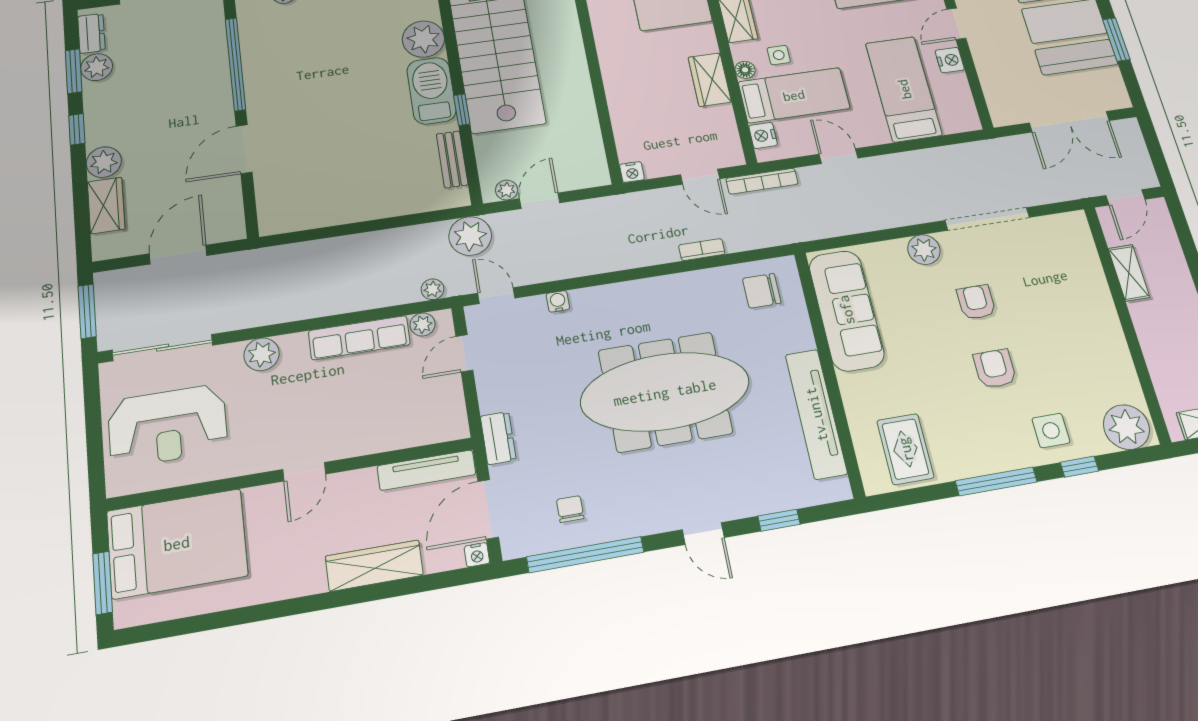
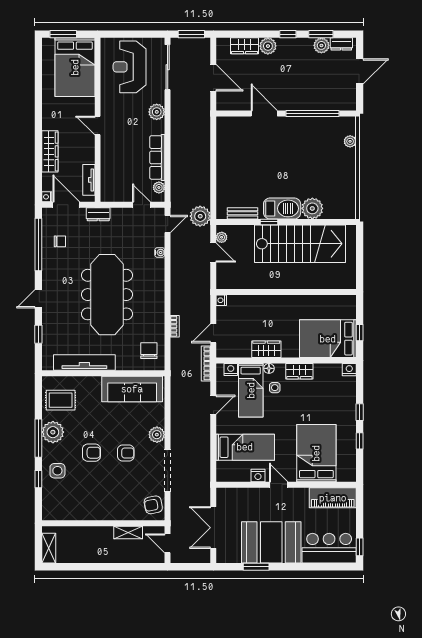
armchair: (1061, 235) -> (153, 505), added
plant: (433, 289) -> (176, 195), removed
plant: (1126, 427) -> (53, 432), moved
tv unit: (426, 470) -> (89, 180), width x0.71

